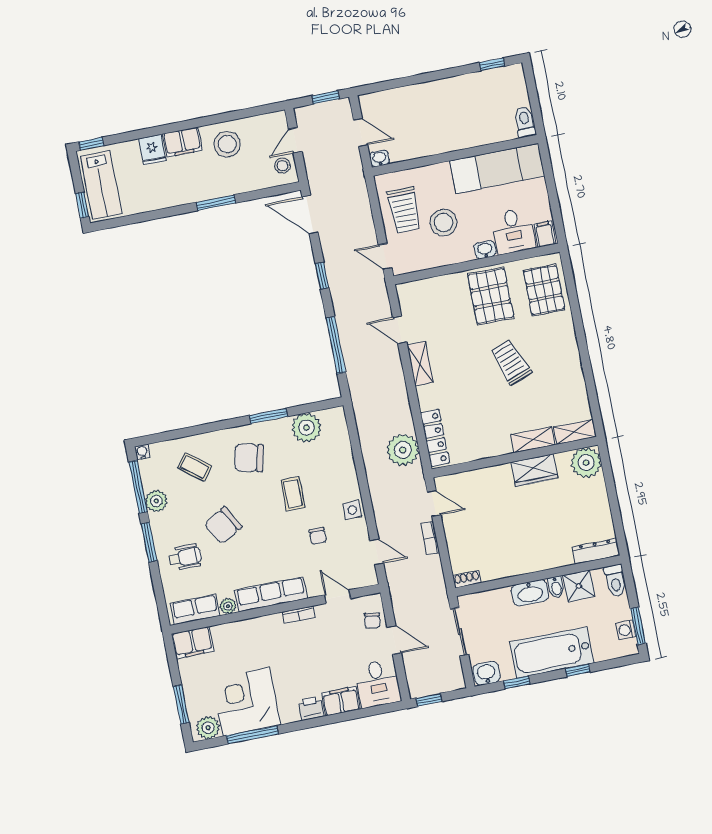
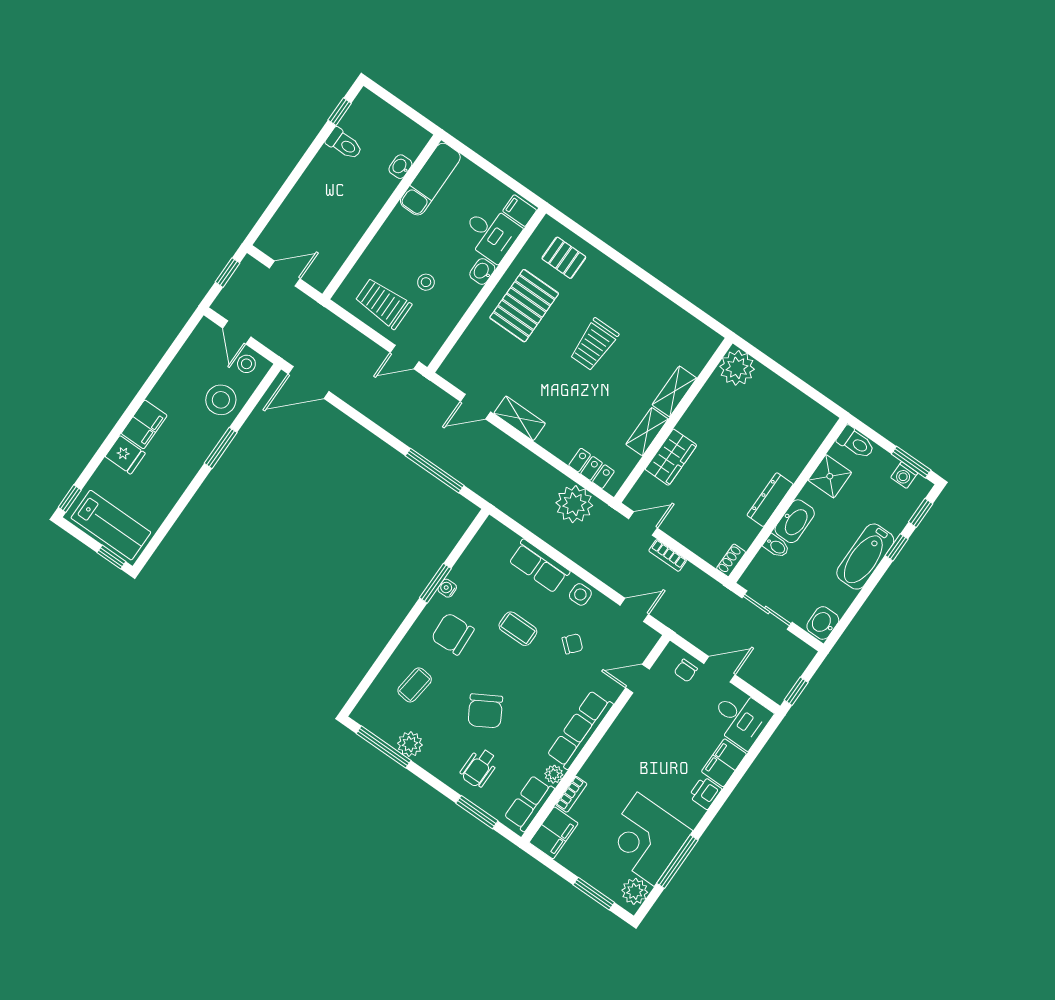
toilet: (525, 122) -> (344, 144), moved, turned 180
stool: (227, 144) -> (221, 400), moved
washbasin: (379, 158) -> (400, 167), moved
exam couch: (497, 168) -> (430, 179), width x0.73, depth x0.69
trolley: (404, 210) -> (383, 303), turned 180
stool: (443, 222) -> (426, 282), width x0.53, depth x0.53
window: (322, 276) -> (367, 424), removed
pallet: (544, 290) -> (564, 258), width x0.67, depth x0.71
pallet: (491, 296) -> (524, 306), turned 90
trolley: (511, 362) -> (594, 344), turned -69
plant: (306, 428) -> (476, 563), removed
shelving: (574, 432) -> (647, 432), moved
locker: (435, 438) -> (591, 468), width x0.66
water cooler: (142, 452) -> (447, 588), moved
chair: (249, 458) -> (453, 634), turned 74
coffee table: (195, 467) -> (415, 685), turned -31
row of seats: (344, 467) -> (539, 566), added
wardrobe: (534, 470) -> (671, 457), moved
chair: (318, 536) -> (572, 644), turned -49
window: (149, 542) -> (477, 812), moved
dresser: (596, 551) -> (770, 500), moved
wheelchair: (185, 557) -> (479, 768), turned 180
bidet: (556, 587) -> (776, 546), moved
bookcase: (299, 615) -> (571, 794), moved
chair: (372, 621) -> (686, 671), turned 81
bathtub: (552, 652) -> (865, 557), width x0.73, depth x0.73
window: (517, 682) -> (921, 513), moved

